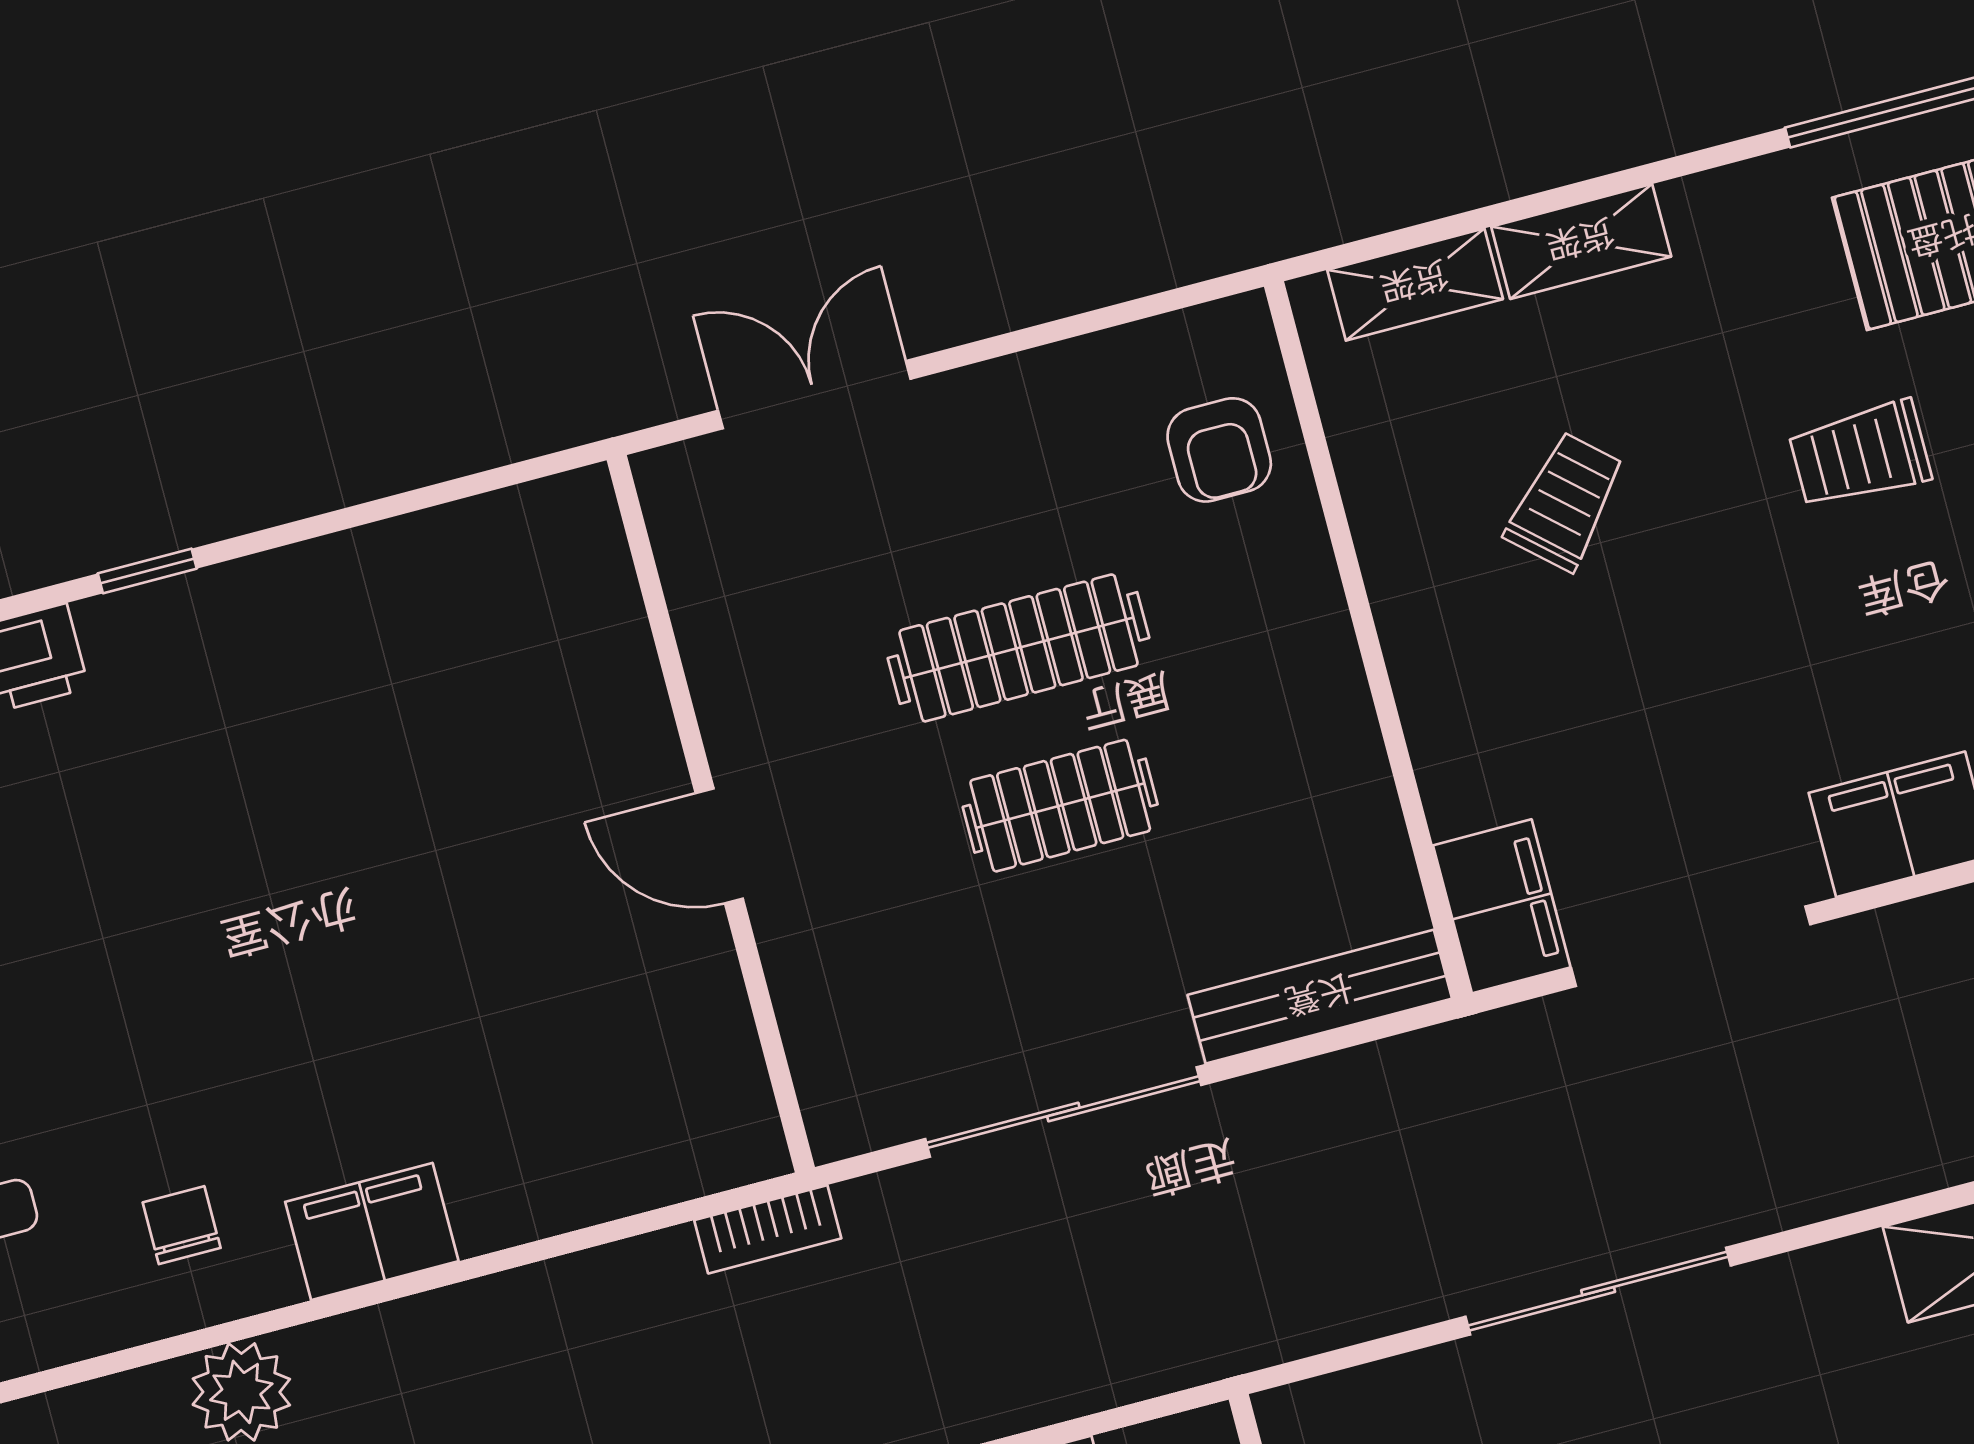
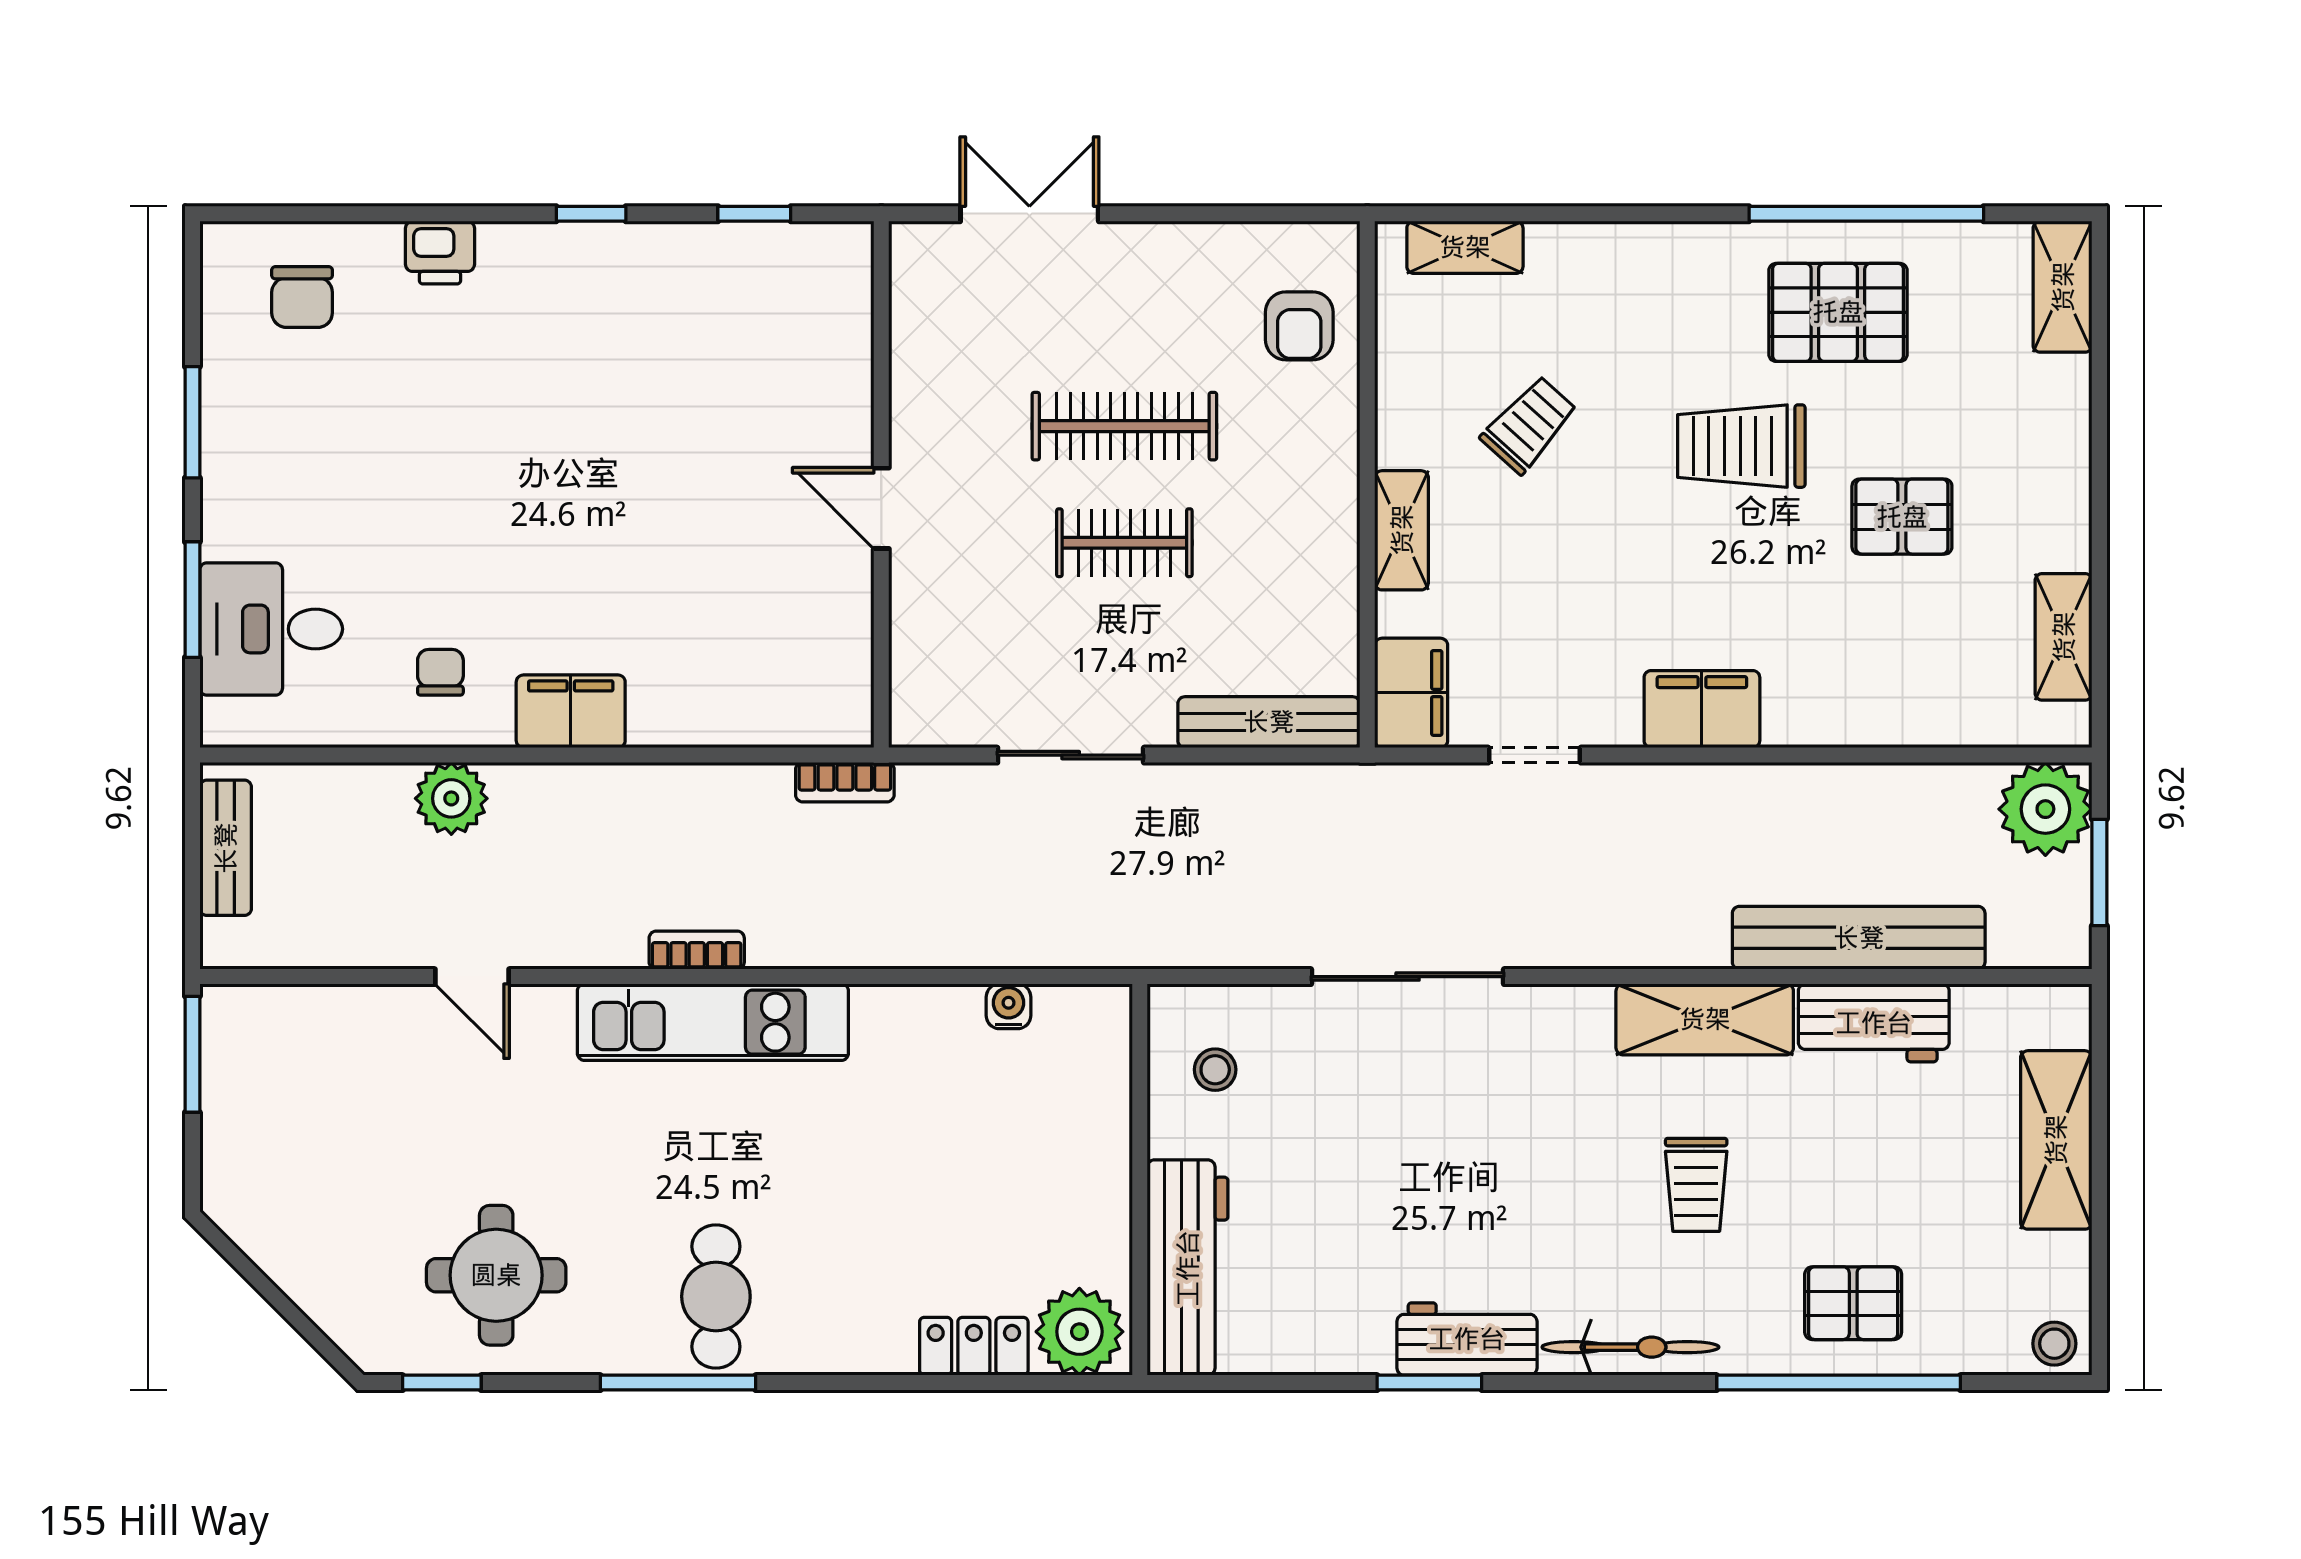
shelving: (1581, 242) -> (1402, 530), moved, turned 90
trolley: (1860, 454) -> (1741, 446), width x1.36, depth x1.39
window: (442, 493) -> (754, 214), added
window: (147, 571) -> (591, 214), moved
doorway: (1691, 946) -> (1534, 755), width x0.53
sliding door: (1063, 1112) -> (1071, 755), width x0.73

